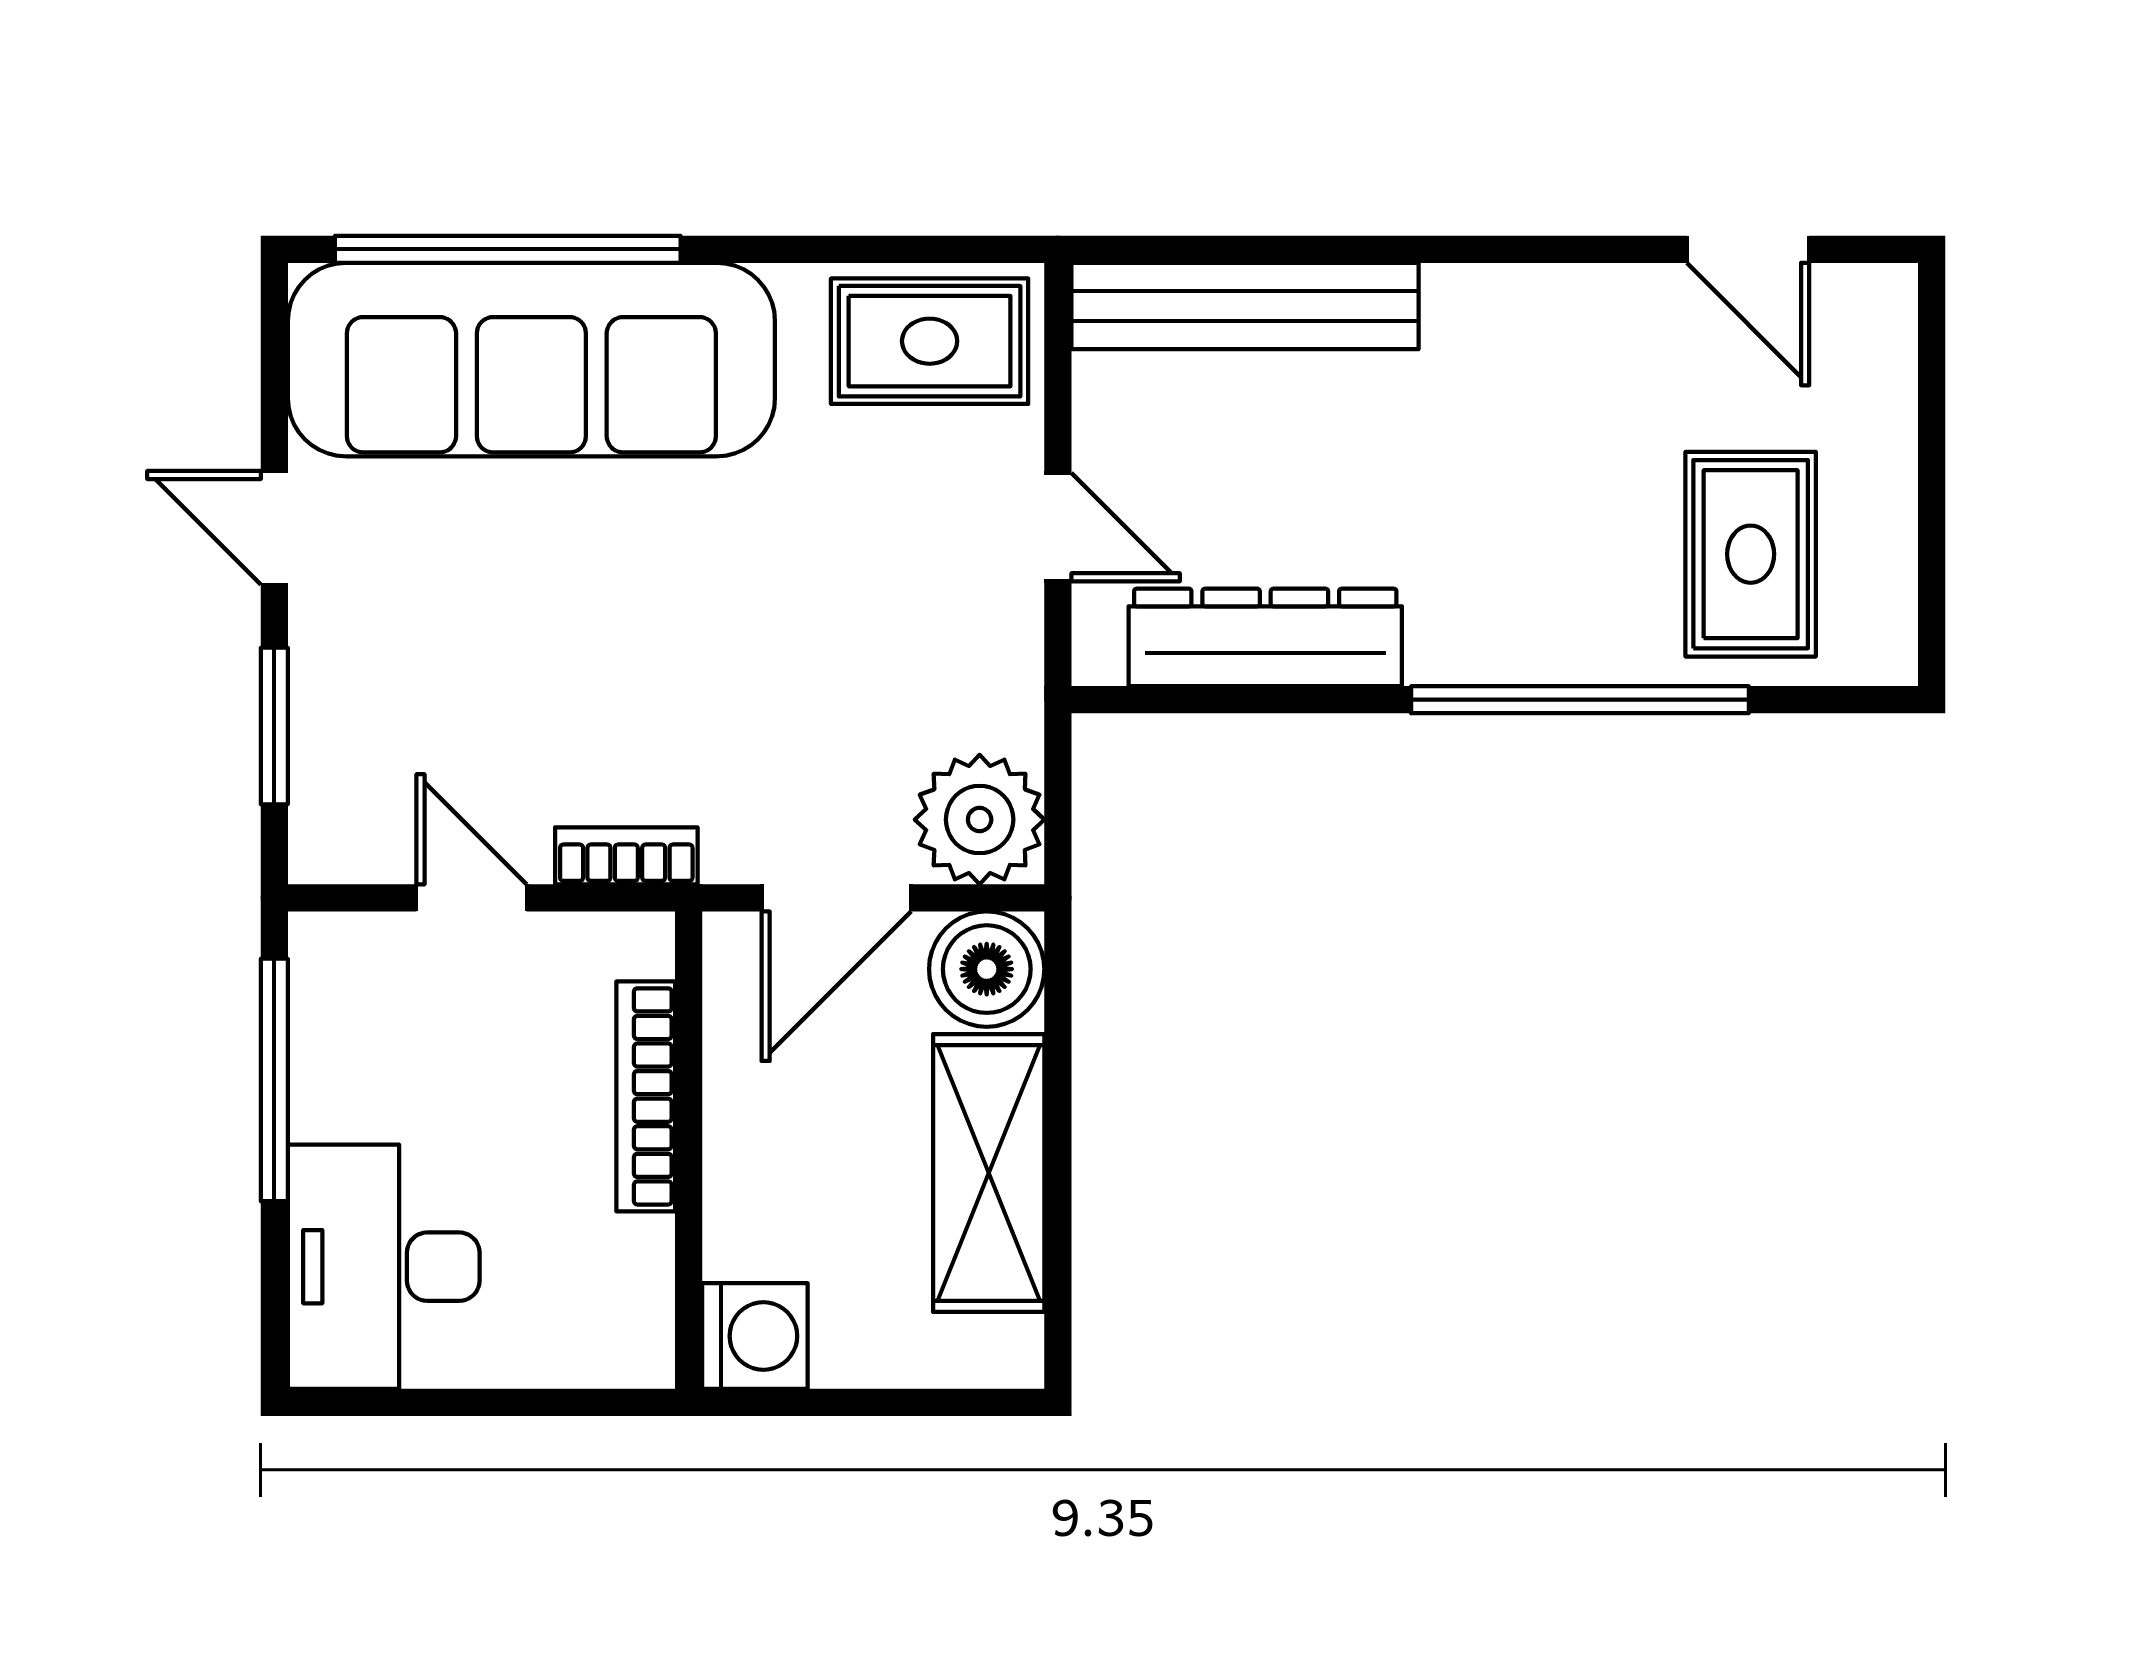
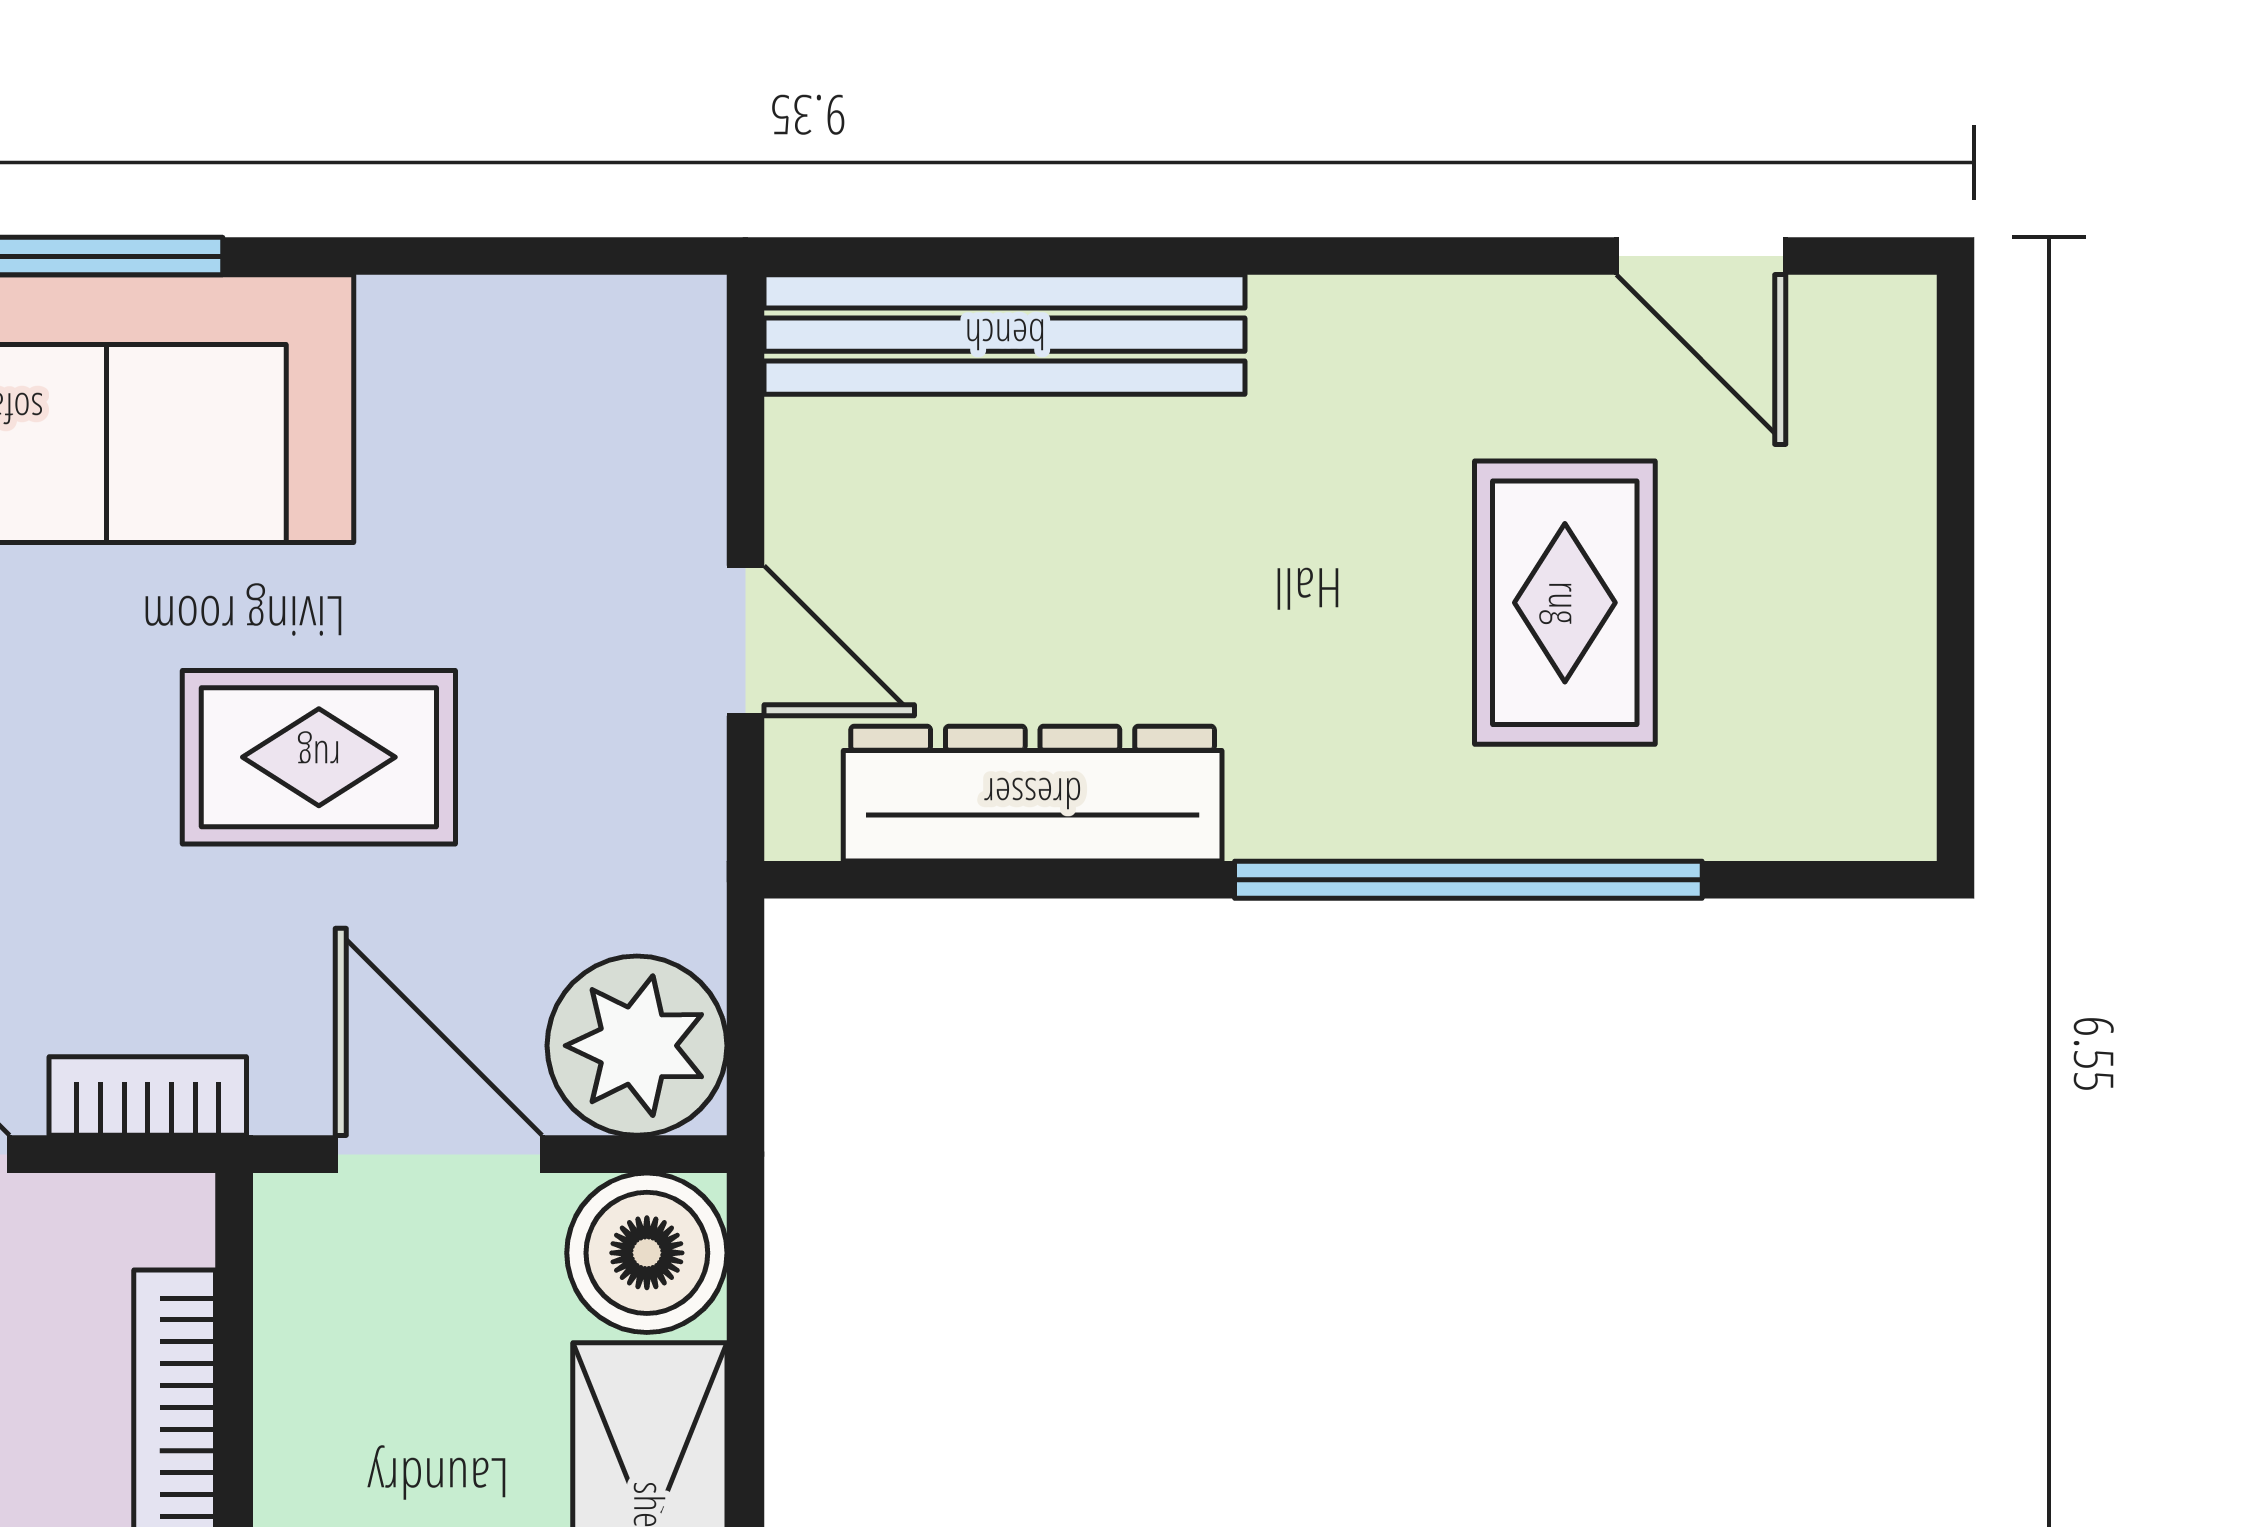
rug: (930, 341) -> (319, 757), moved
rug: (1751, 554) -> (1565, 603), moved
door: (836, 898) -> (439, 1154), swing flipped

